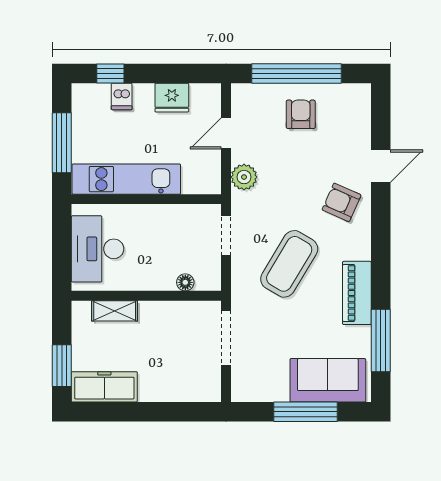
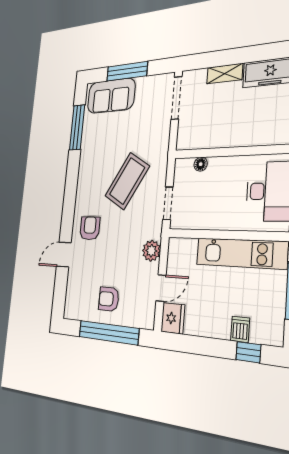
fridge: (172, 98) -> (173, 318), moved, turned 90
armchair: (301, 114) -> (109, 299), turned 90
armchair: (342, 202) -> (90, 228), turned -114
piano: (357, 293) -> (87, 161), removed
shelving: (115, 311) -> (225, 74), moved
doorway: (226, 338) -> (176, 98), moved

